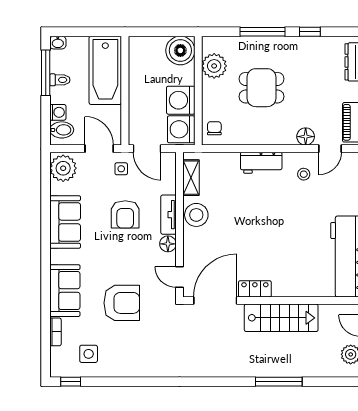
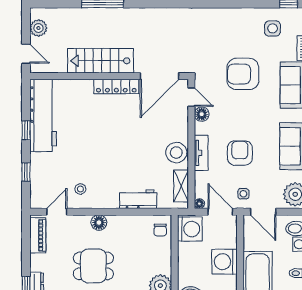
dining table: (261, 88) -> (93, 266), moved
washing machine: (181, 100) -> (224, 262), moved, turned 180
floor lamp: (306, 137) -> (99, 223), moved
floor lamp: (170, 158) -> (199, 204), added
workbench: (261, 163) -> (138, 199), moved
floor lamp: (168, 244) -> (202, 114), moved
locker: (255, 289) -> (116, 87), width x1.53

